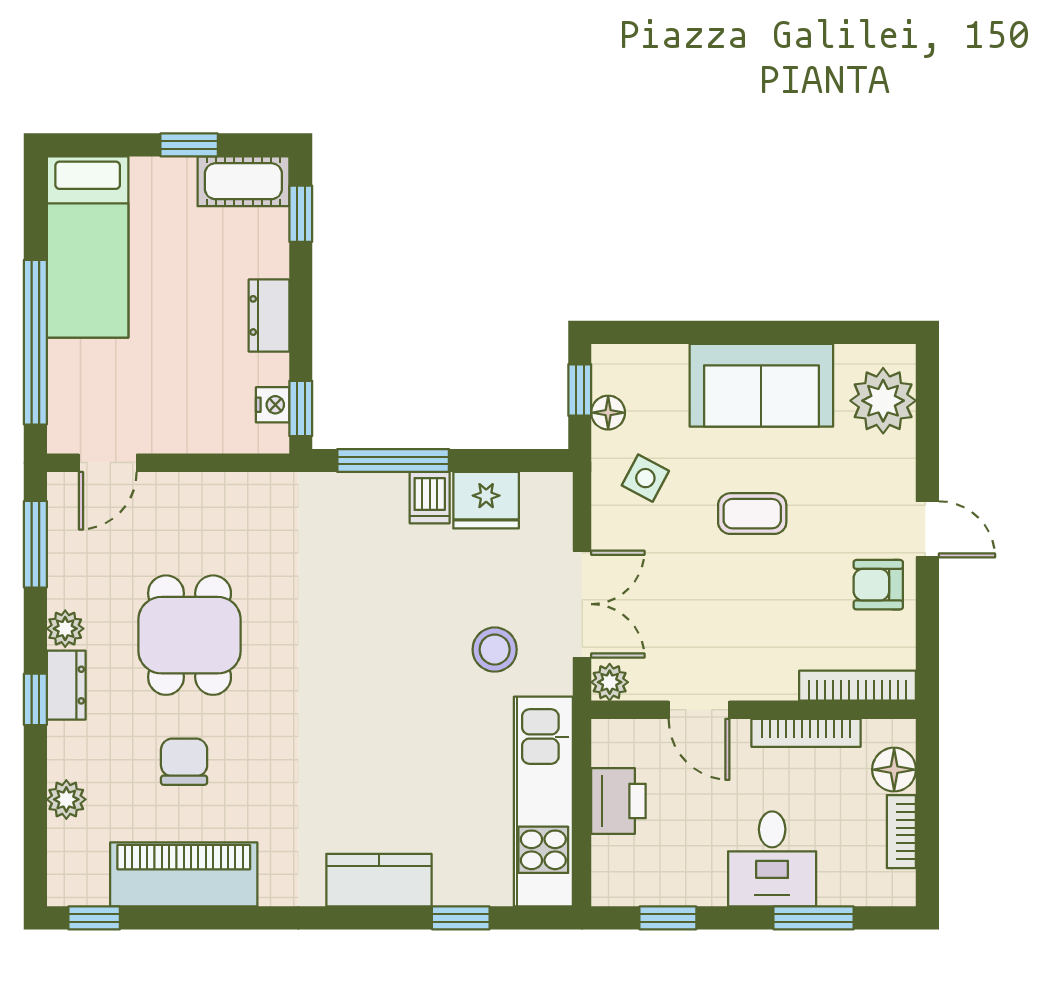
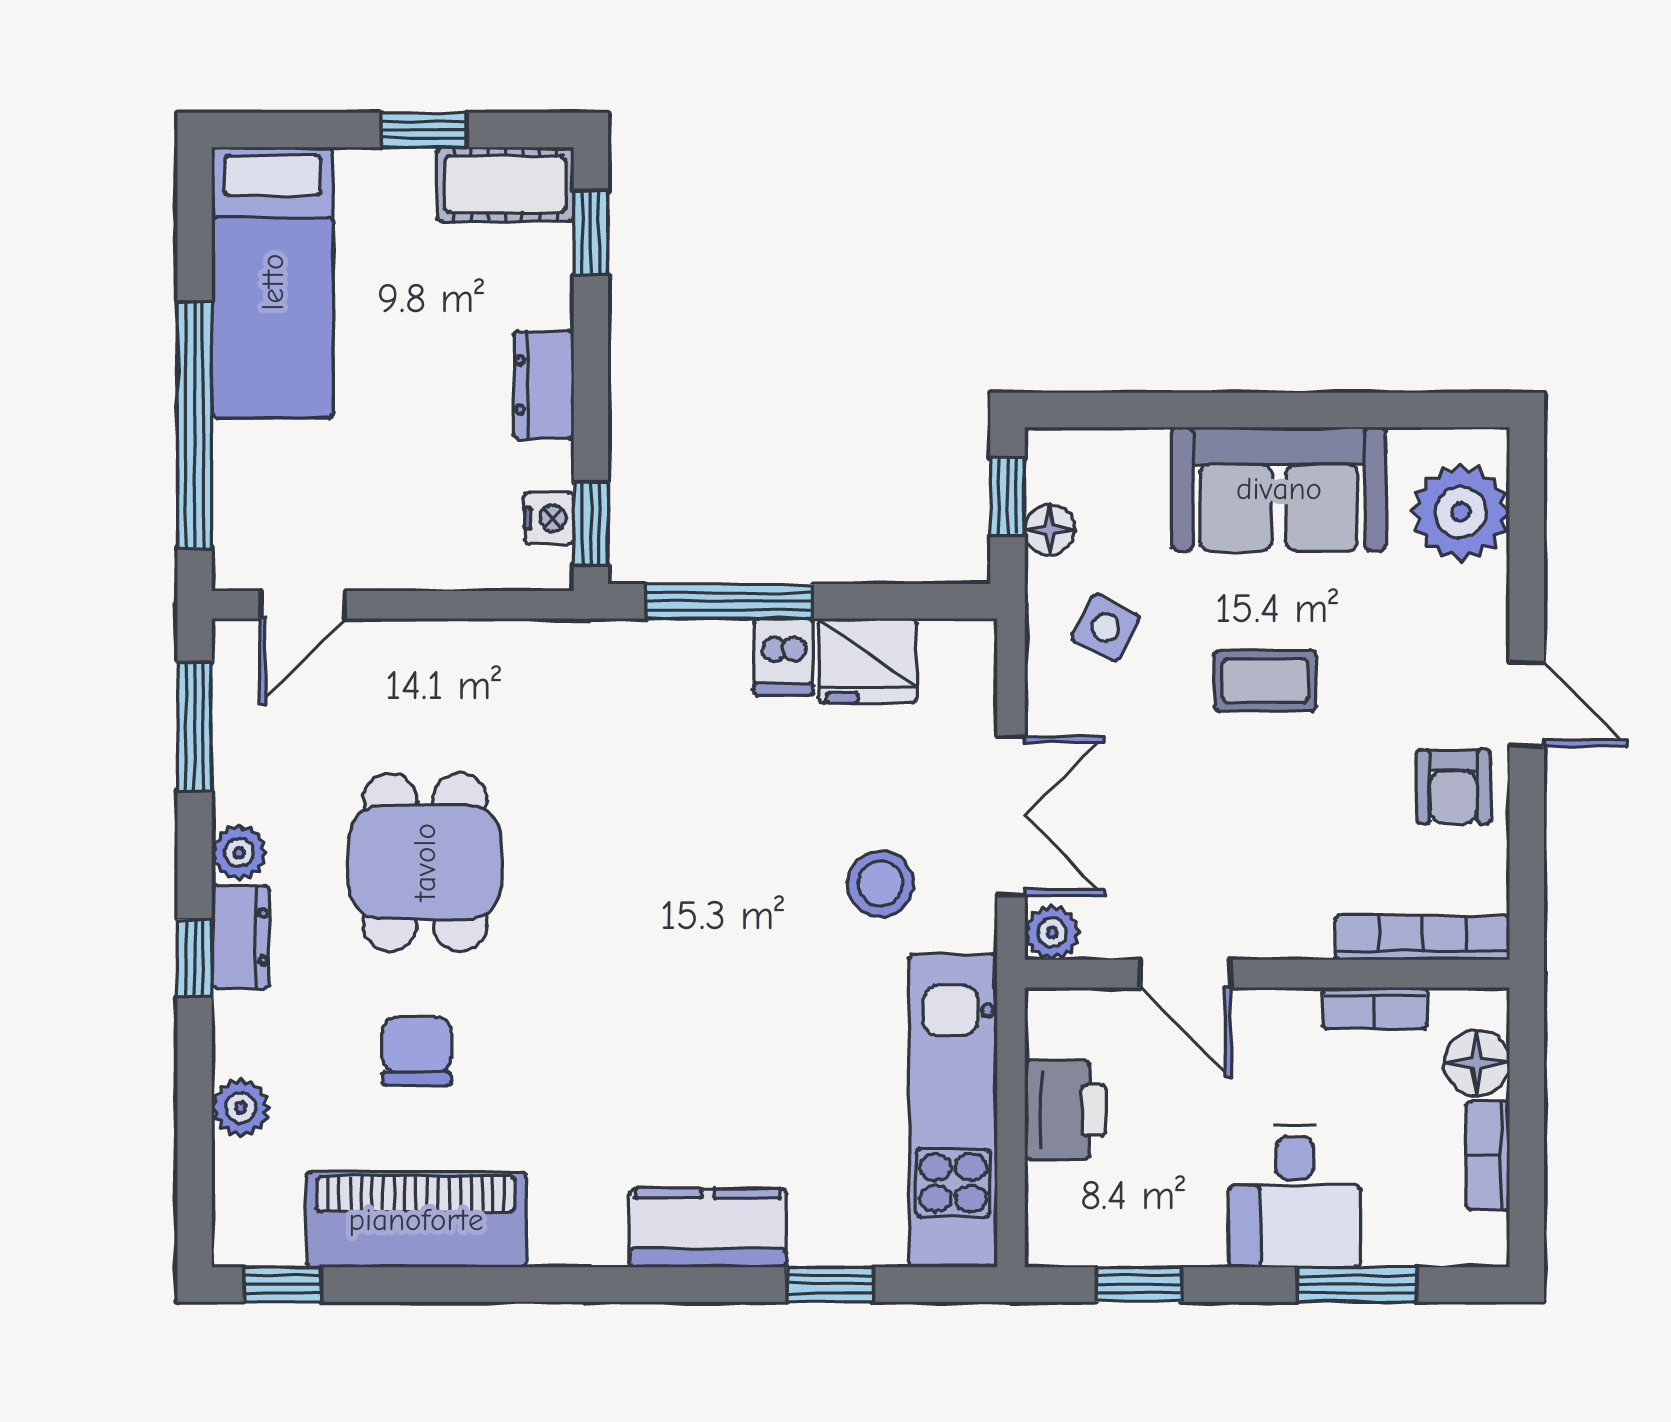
armchair: (878, 585) -> (1453, 787), turned -90
bookcase: (806, 733) -> (1375, 1008), width x0.64

